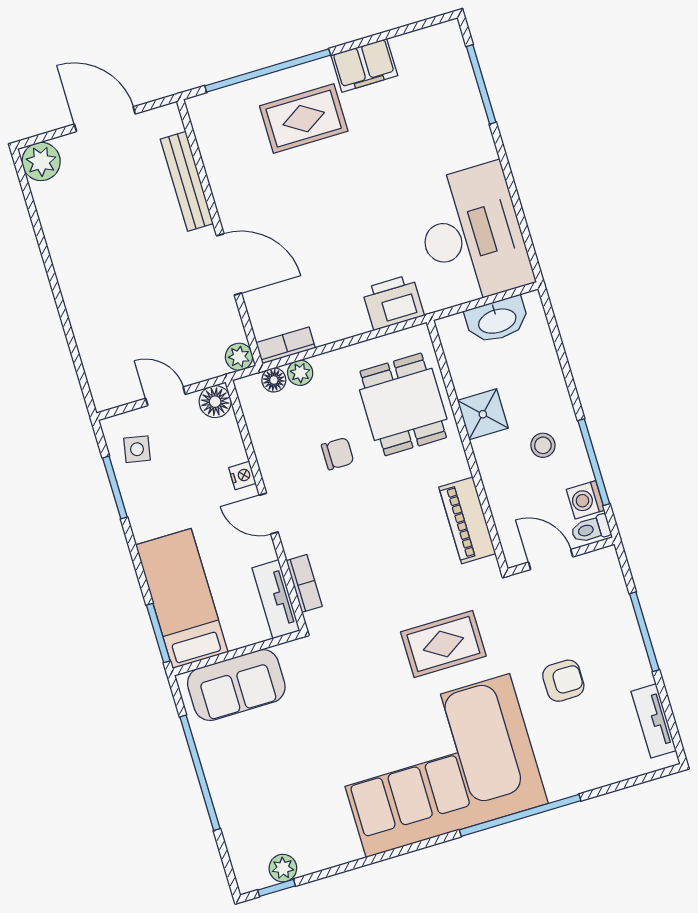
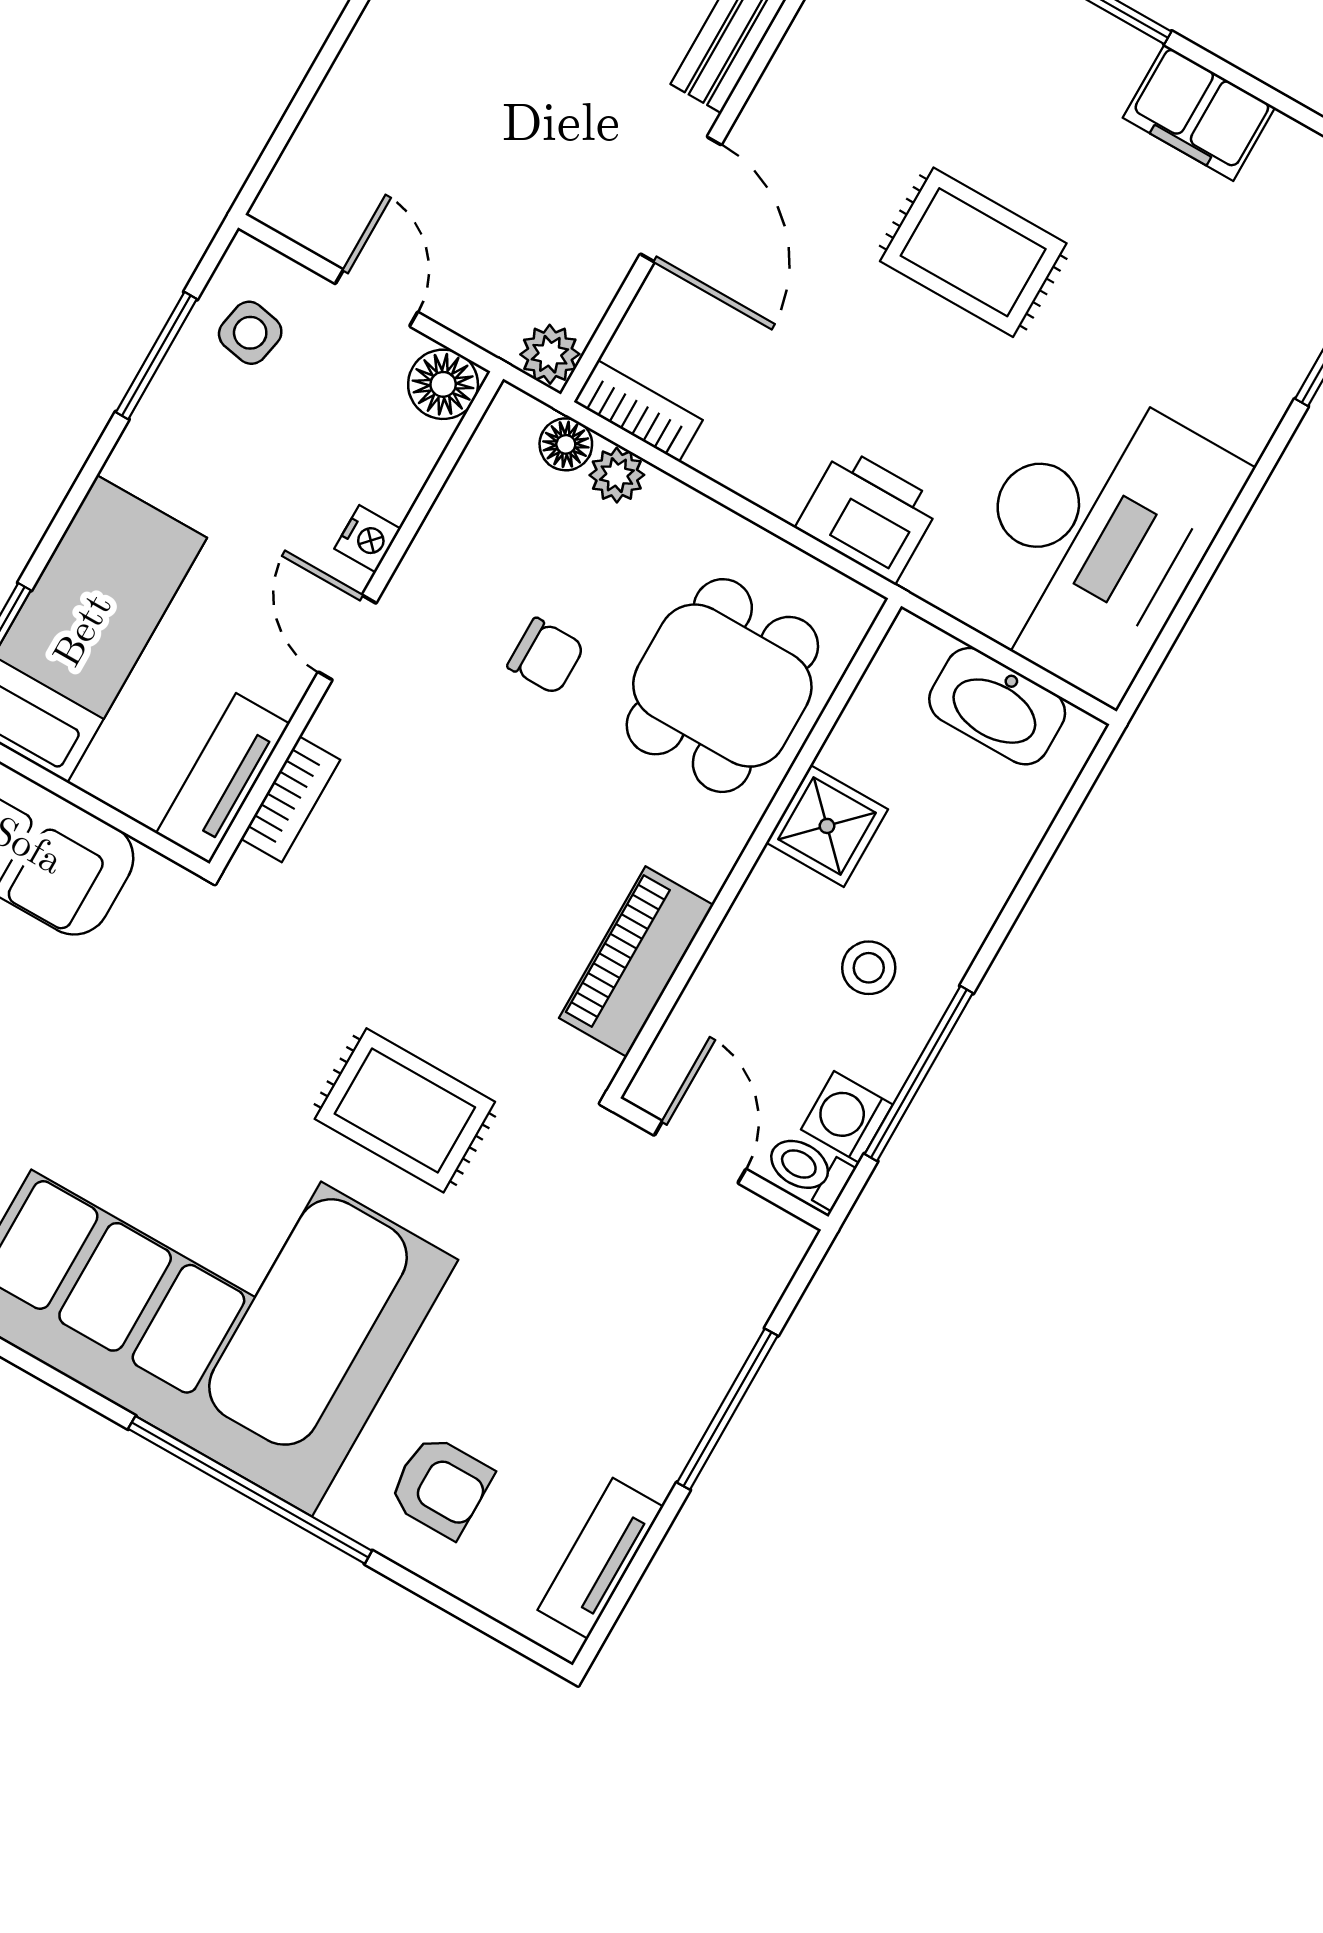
rug: (304, 119) -> (973, 252), moved
armchair: (563, 681) -> (441, 1486), moved

